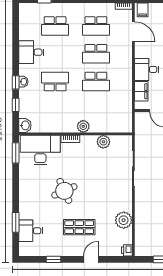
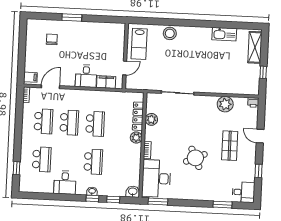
school desk: (55, 82) -> (93, 162), turned 180
locker: (106, 127) -> (138, 116), added
desk: (31, 231) -> (243, 192), moved, turned -90

